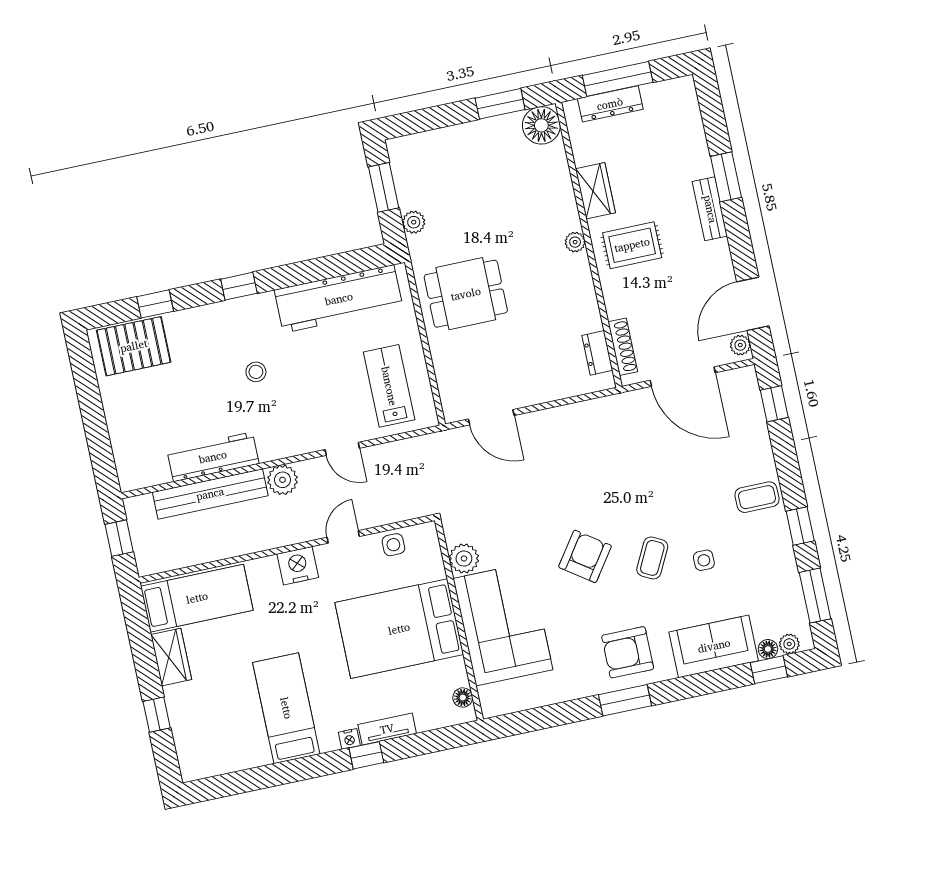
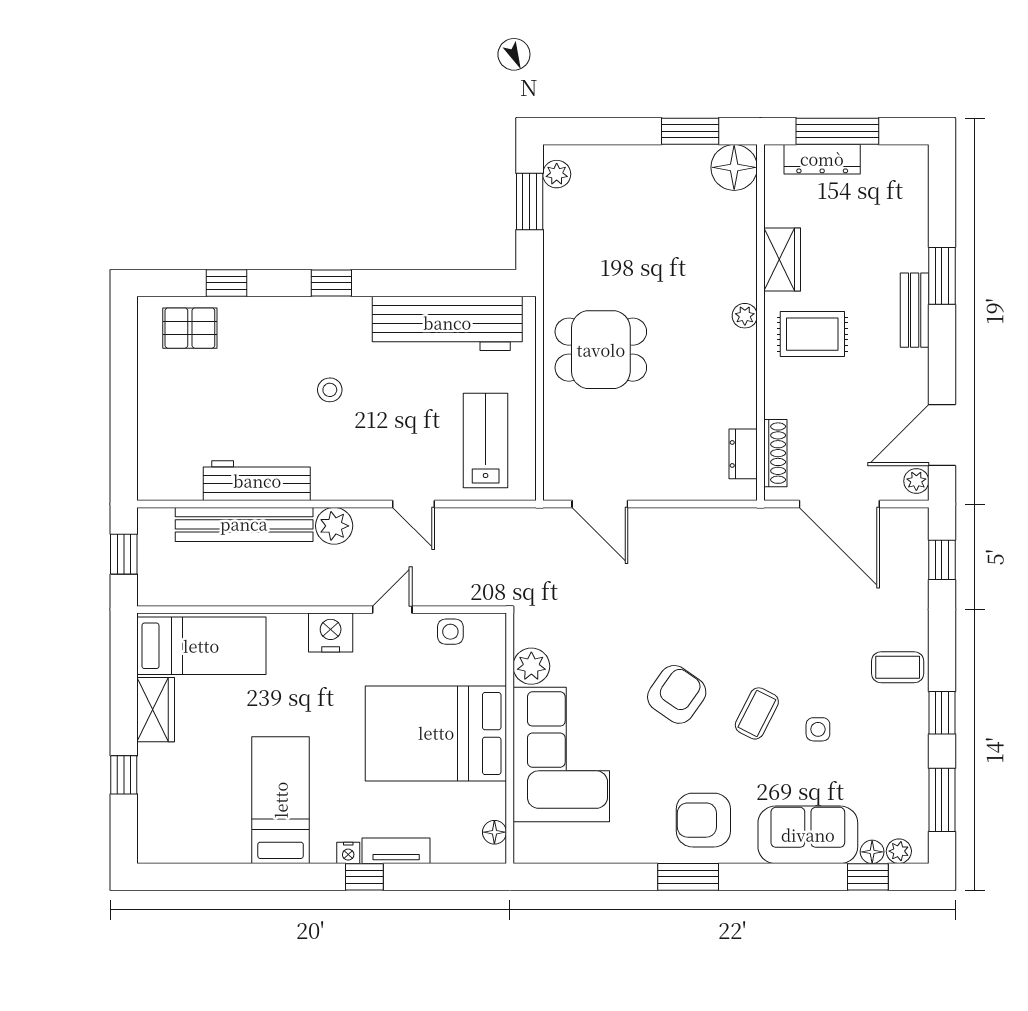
plant: (414, 222) -> (557, 174), moved
pallet: (134, 346) -> (190, 328), width x0.67, depth x0.71

